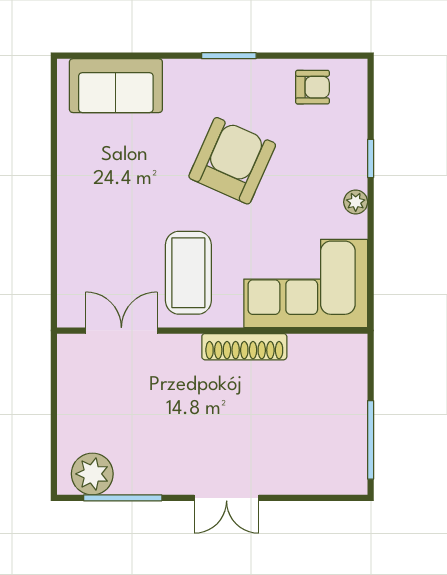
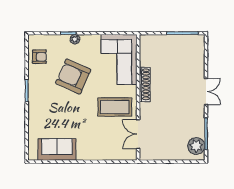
sofa: (116, 86) -> (57, 149), moved, turned -90
armchair: (312, 87) -> (39, 57), turned 90
armchair: (232, 161) -> (73, 76), moved
plant: (356, 202) -> (75, 39), moved

